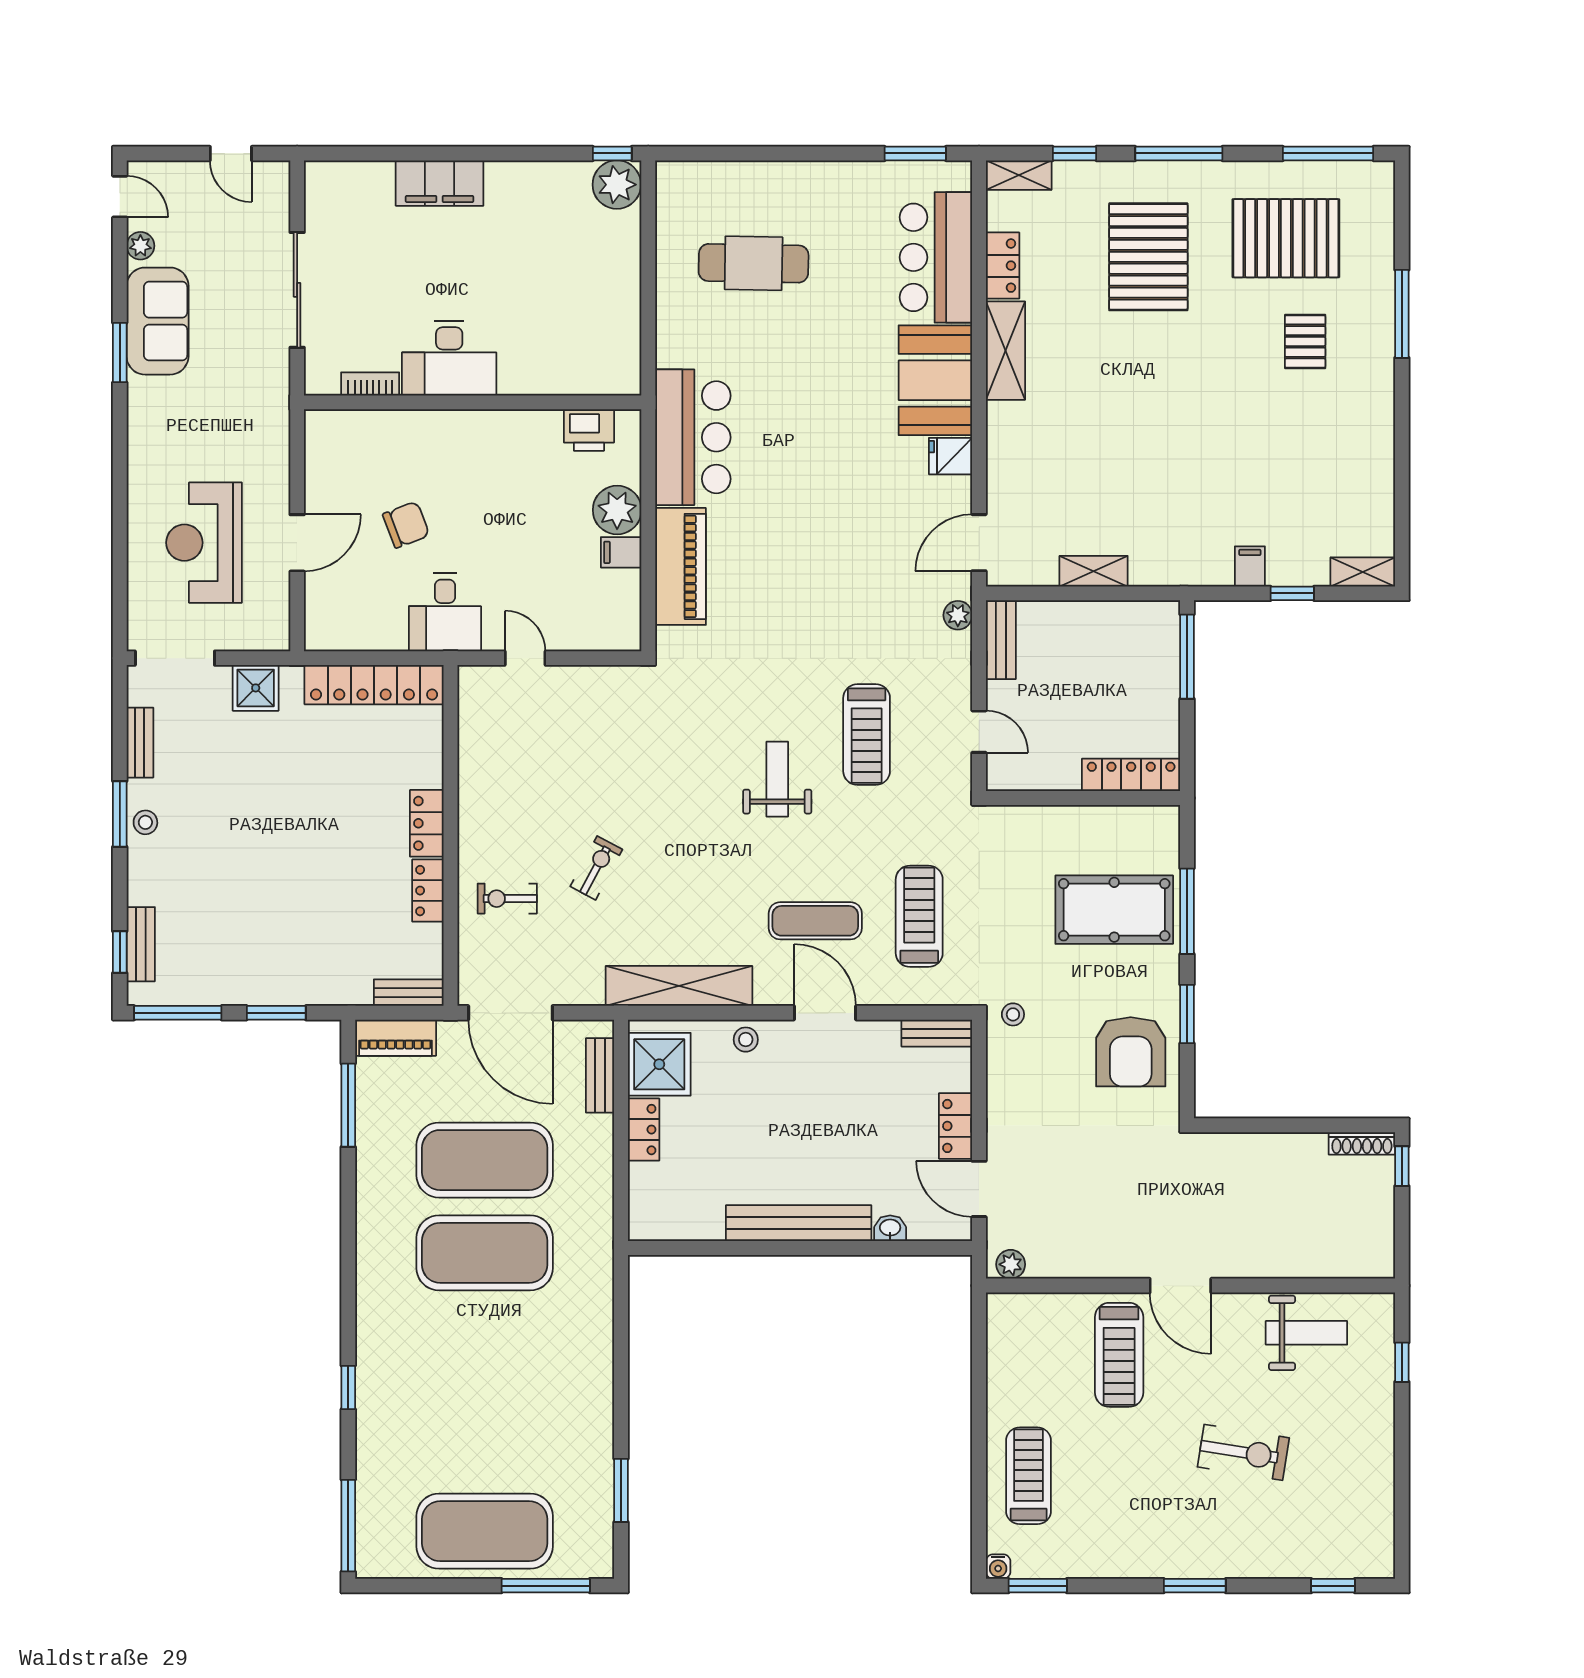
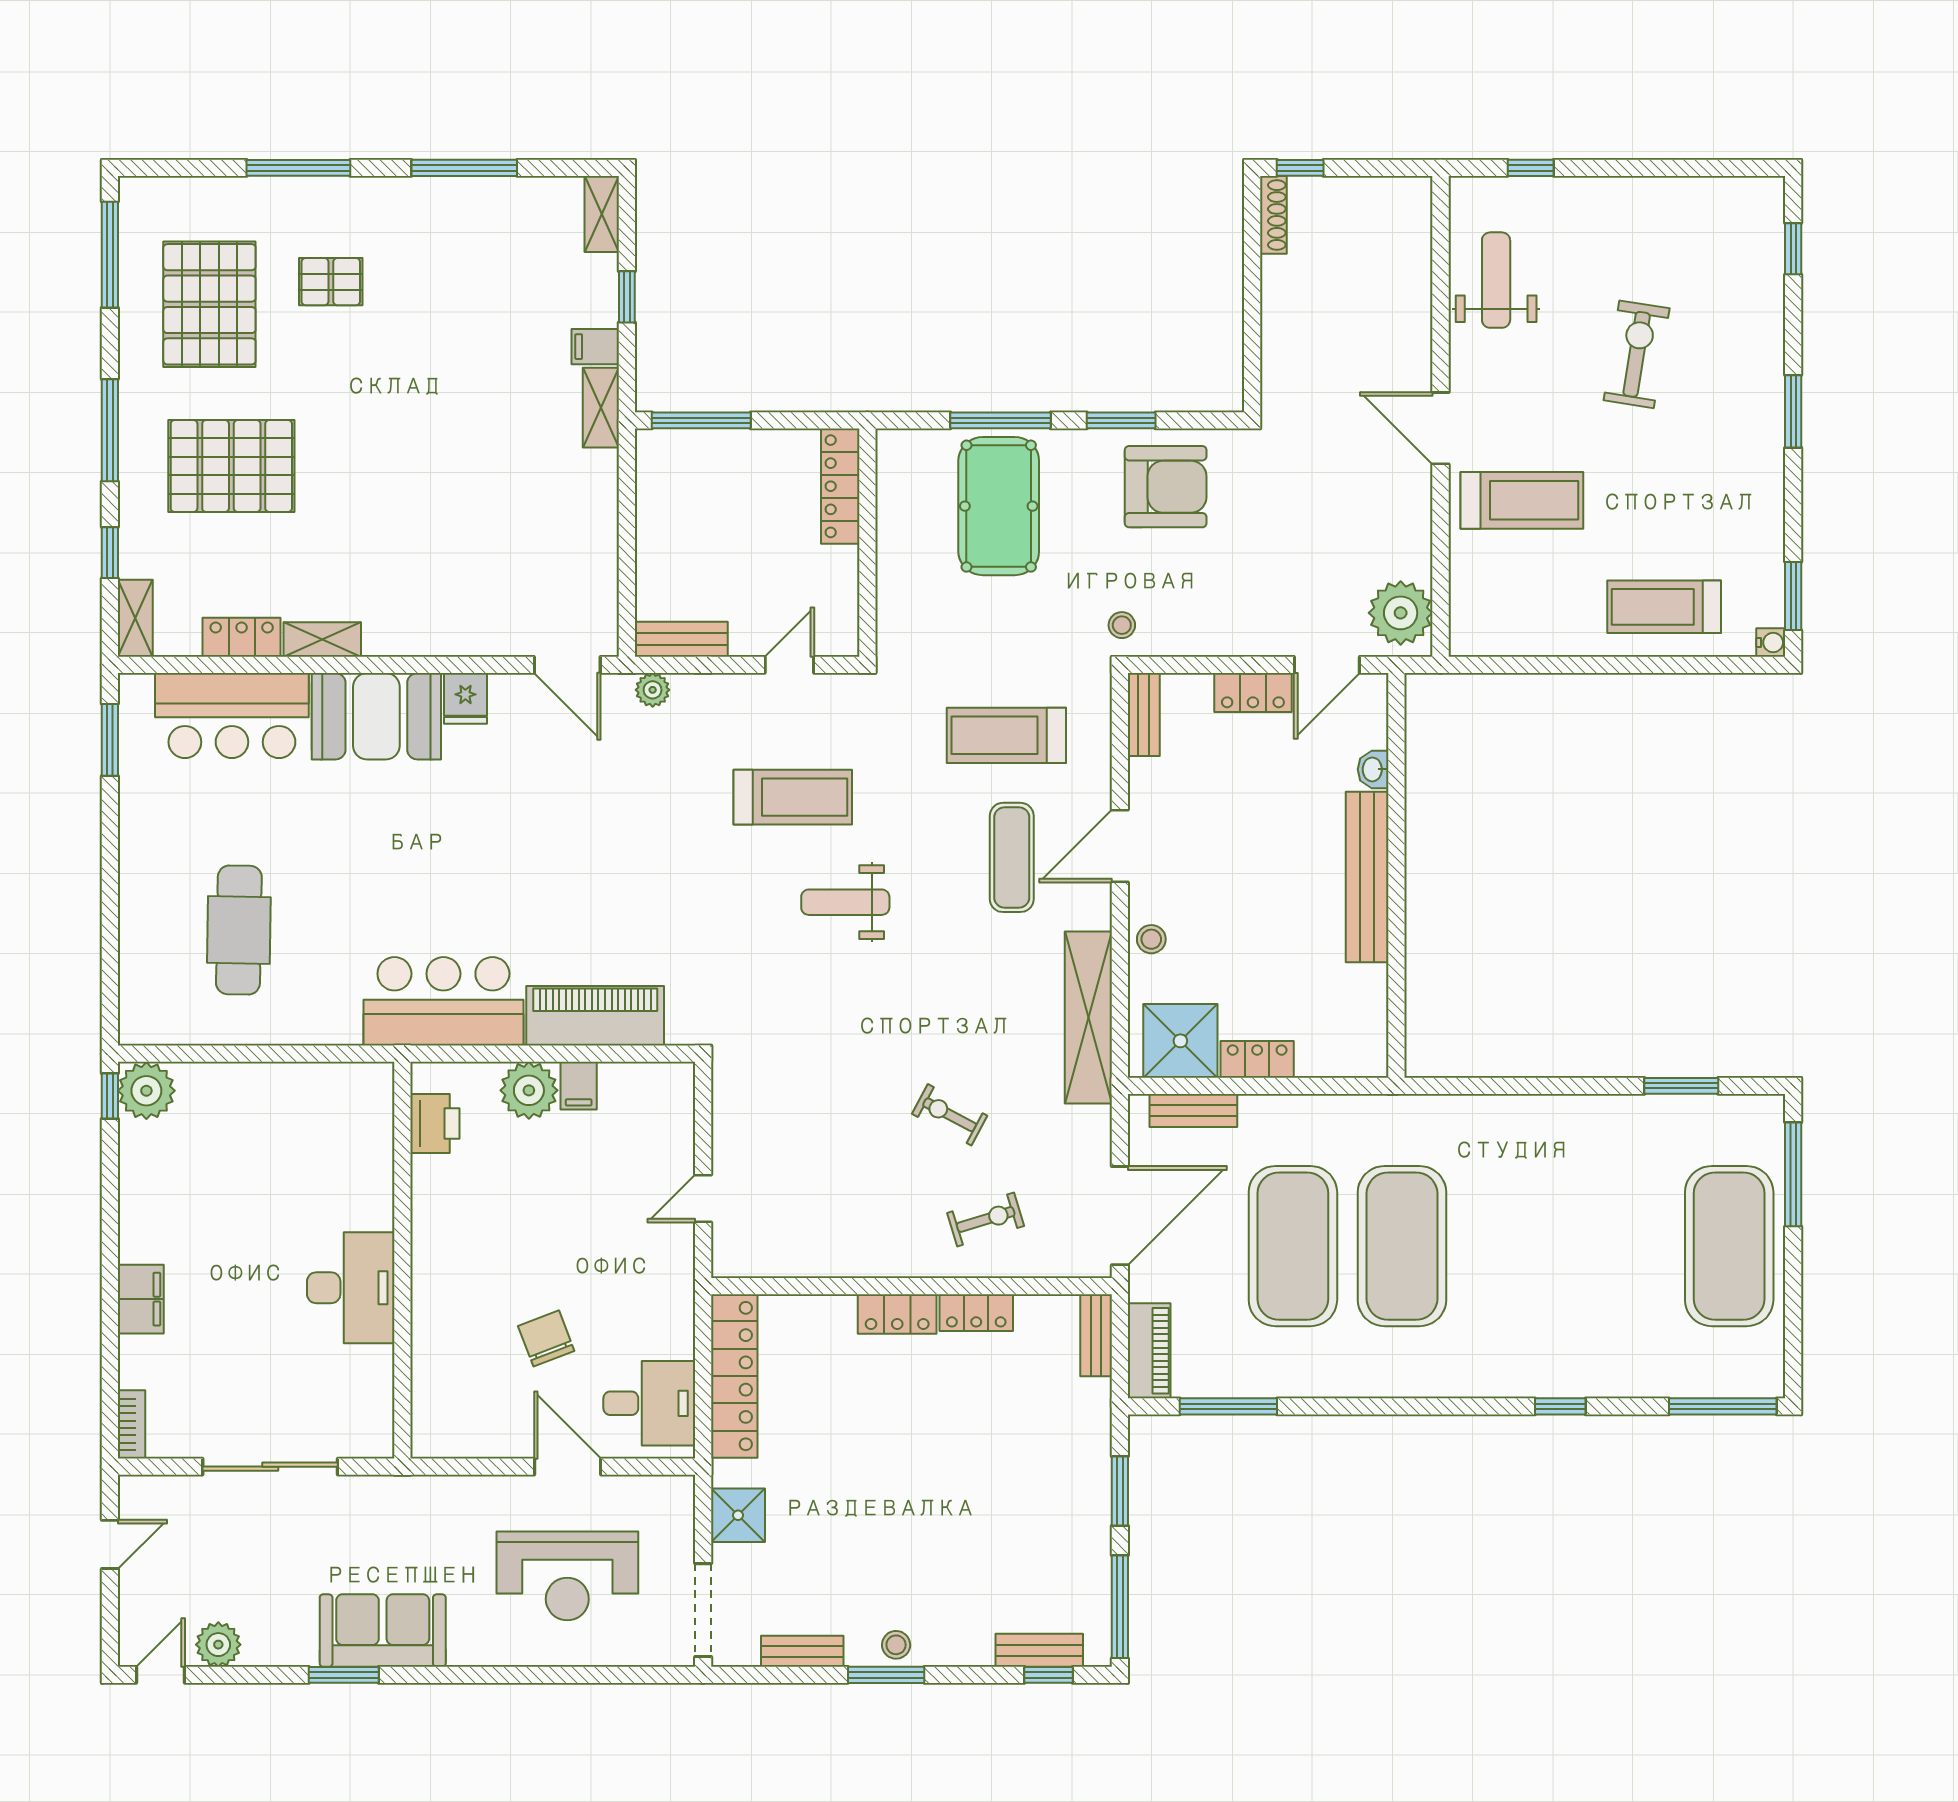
filing cabinet: (440, 183) -> (141, 1299), width x0.67, depth x0.86
plant: (140, 246) -> (218, 1645), width x1.38, depth x1.38
sofa: (158, 321) -> (383, 1631), moved
shelving: (1006, 351) -> (322, 640), width x0.67, depth x0.75
bookcase: (370, 384) -> (132, 1424), moved, turned 180
window: (1402, 455) -> (464, 168), added
shelving: (1094, 571) -> (601, 408), moved
desk: (445, 612) -> (649, 1403), moved
exercise bike: (507, 899) -> (986, 1219), turned -107
plant: (1011, 1264) -> (1401, 613), width x1.88, depth x1.88
door: (1180, 1286) -> (1440, 428), swing flipped

